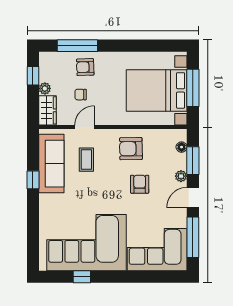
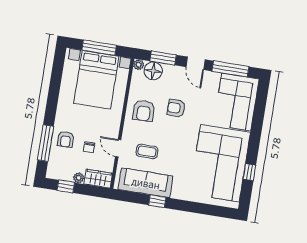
floor lamp: (182, 147) -> (153, 71), width x1.89, depth x1.89
plant: (181, 176) -> (139, 65), moved

